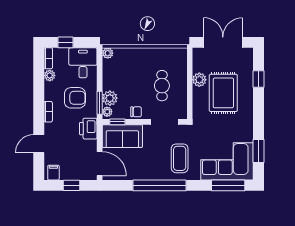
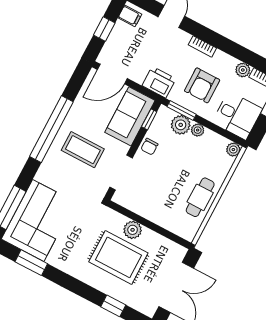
plant: (199, 80) -> (133, 230), moved
cafe table: (162, 86) -> (200, 197), moved, turned 90
plant: (107, 112) -> (198, 130), moved
coffee table: (180, 158) -> (83, 150), moved

